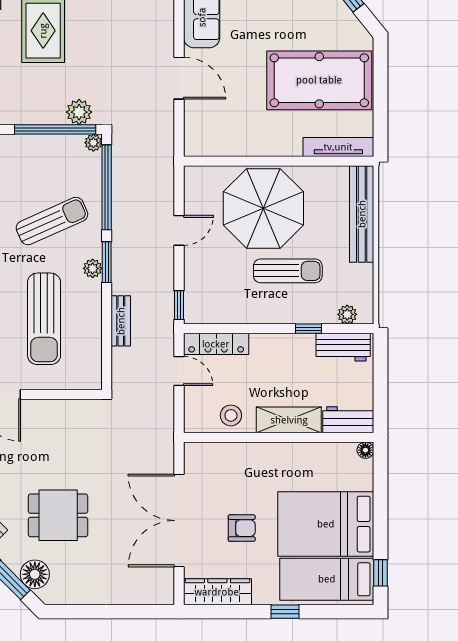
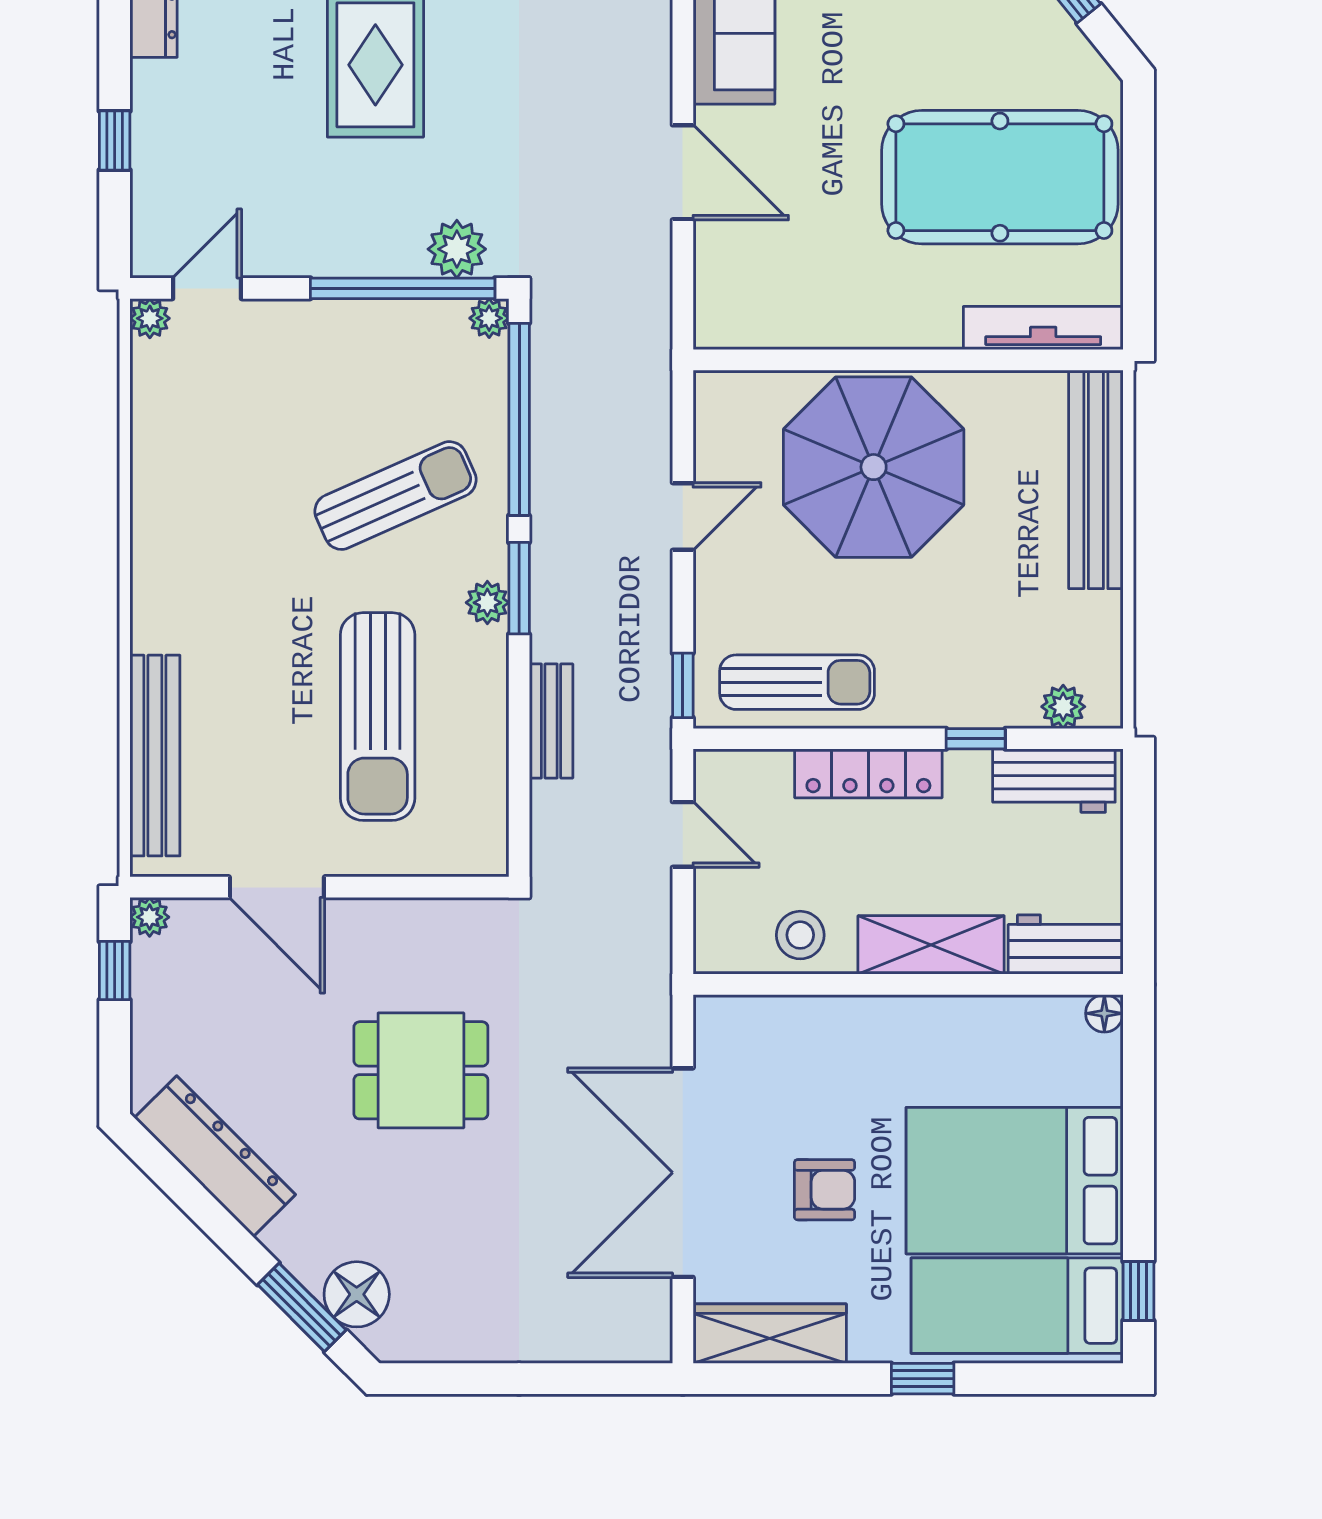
sun lounger: (288, 271) -> (797, 682), moved
locker: (216, 344) -> (868, 773), moved
dining table: (58, 515) -> (421, 1070), moved

